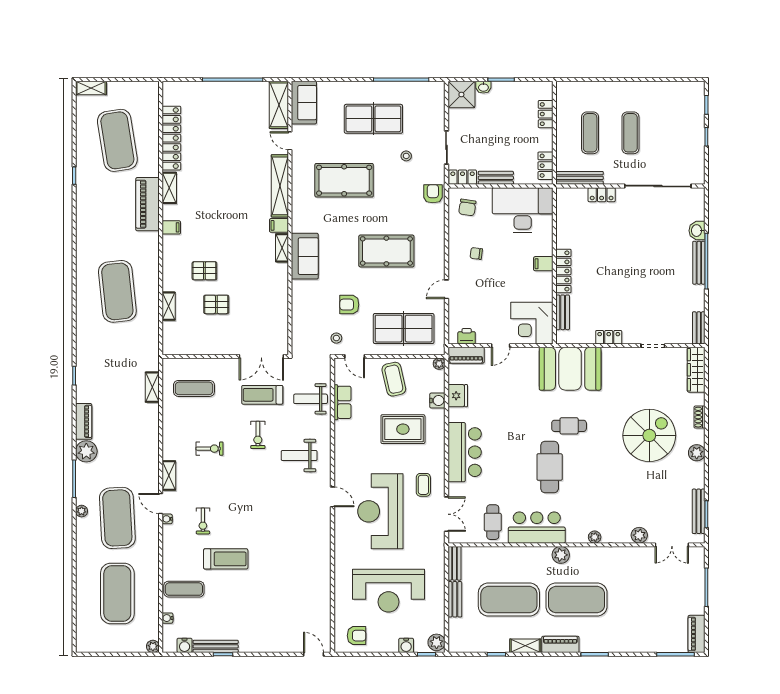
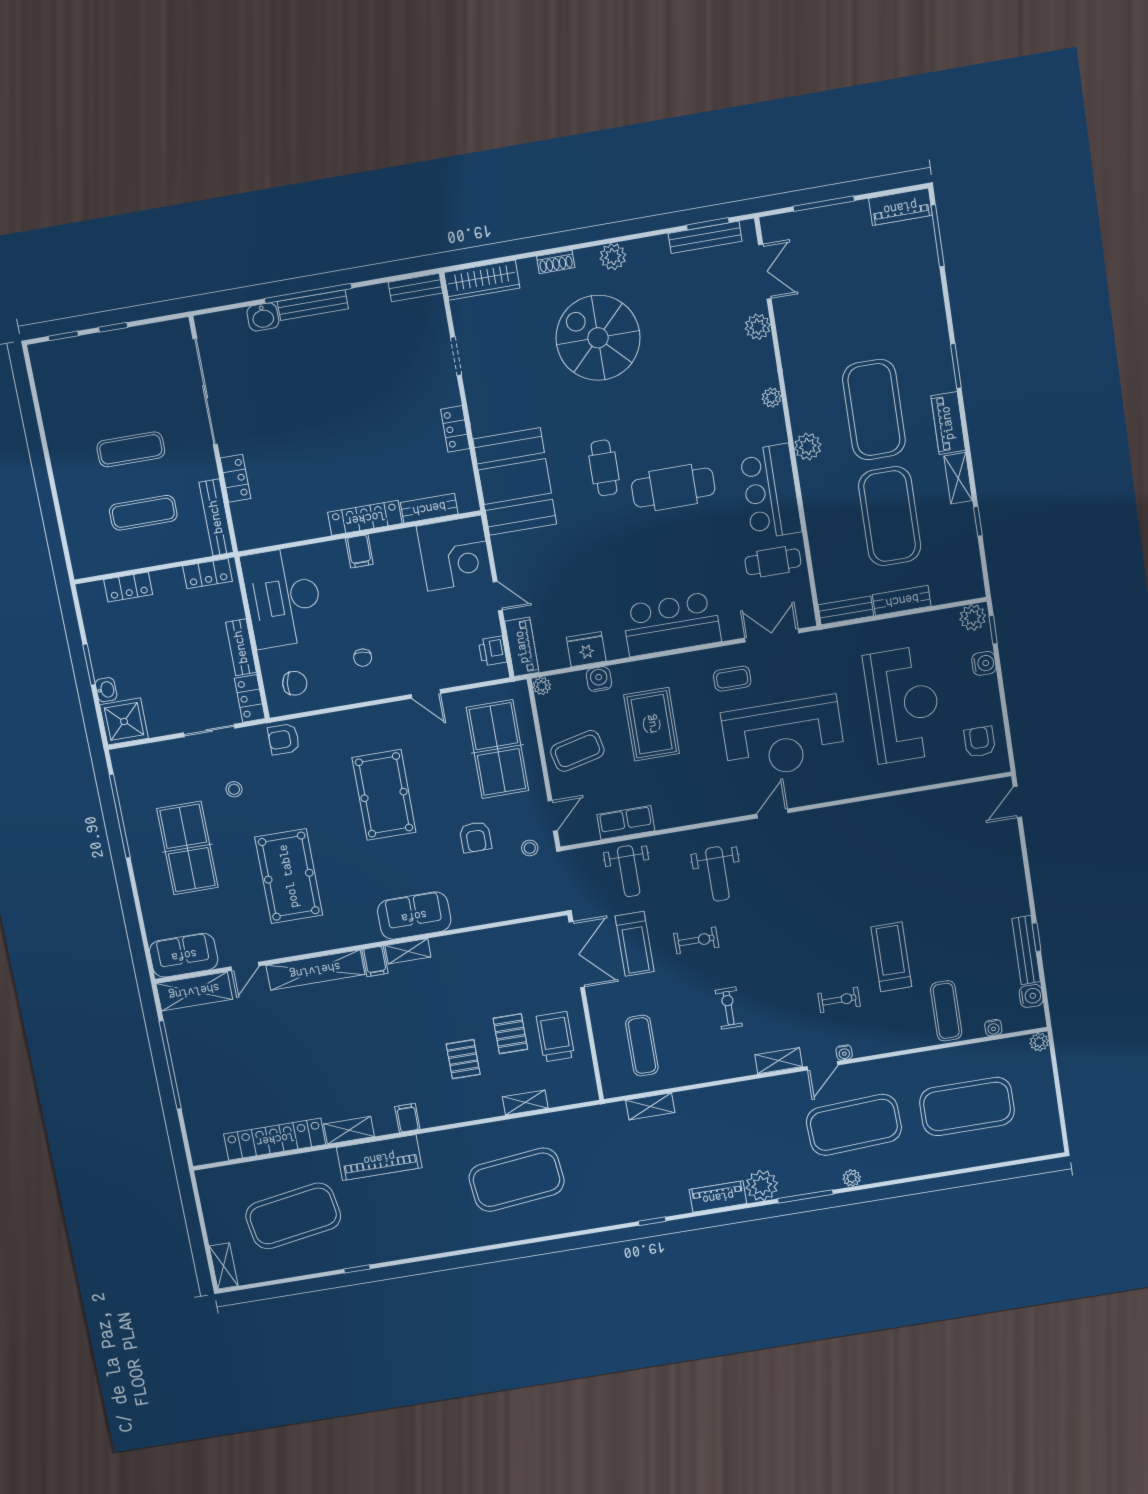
trolley: (209, 333) -> (555, 1037), added

